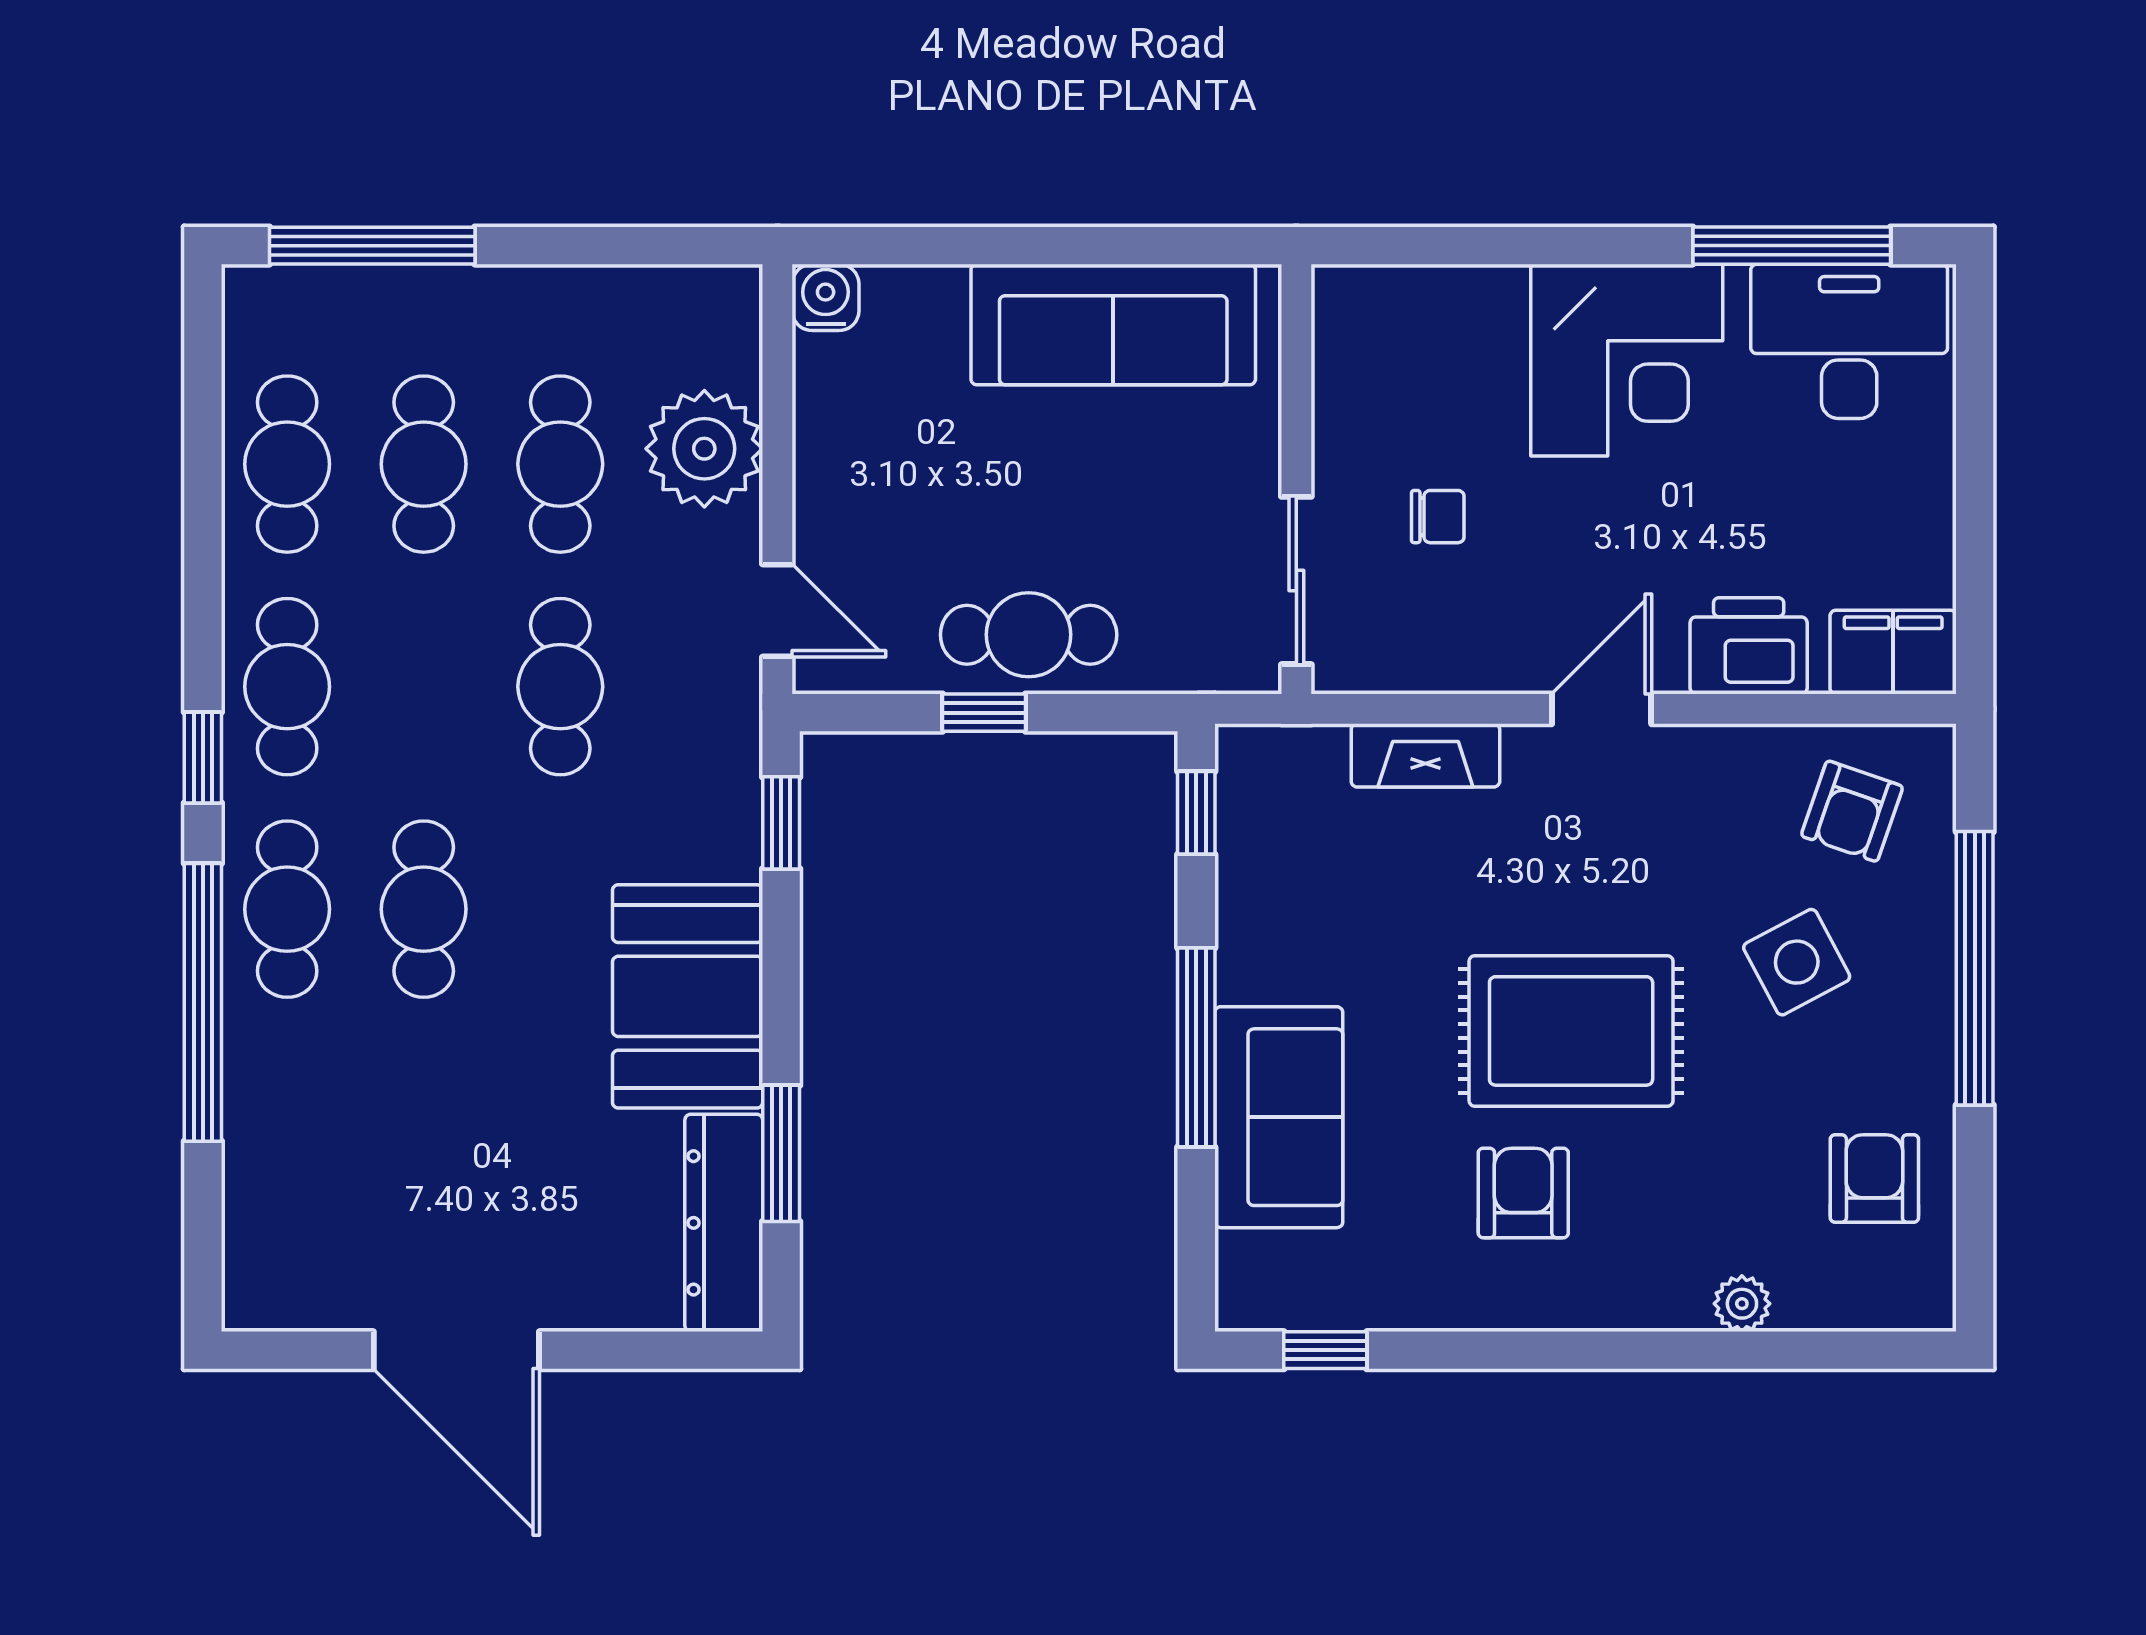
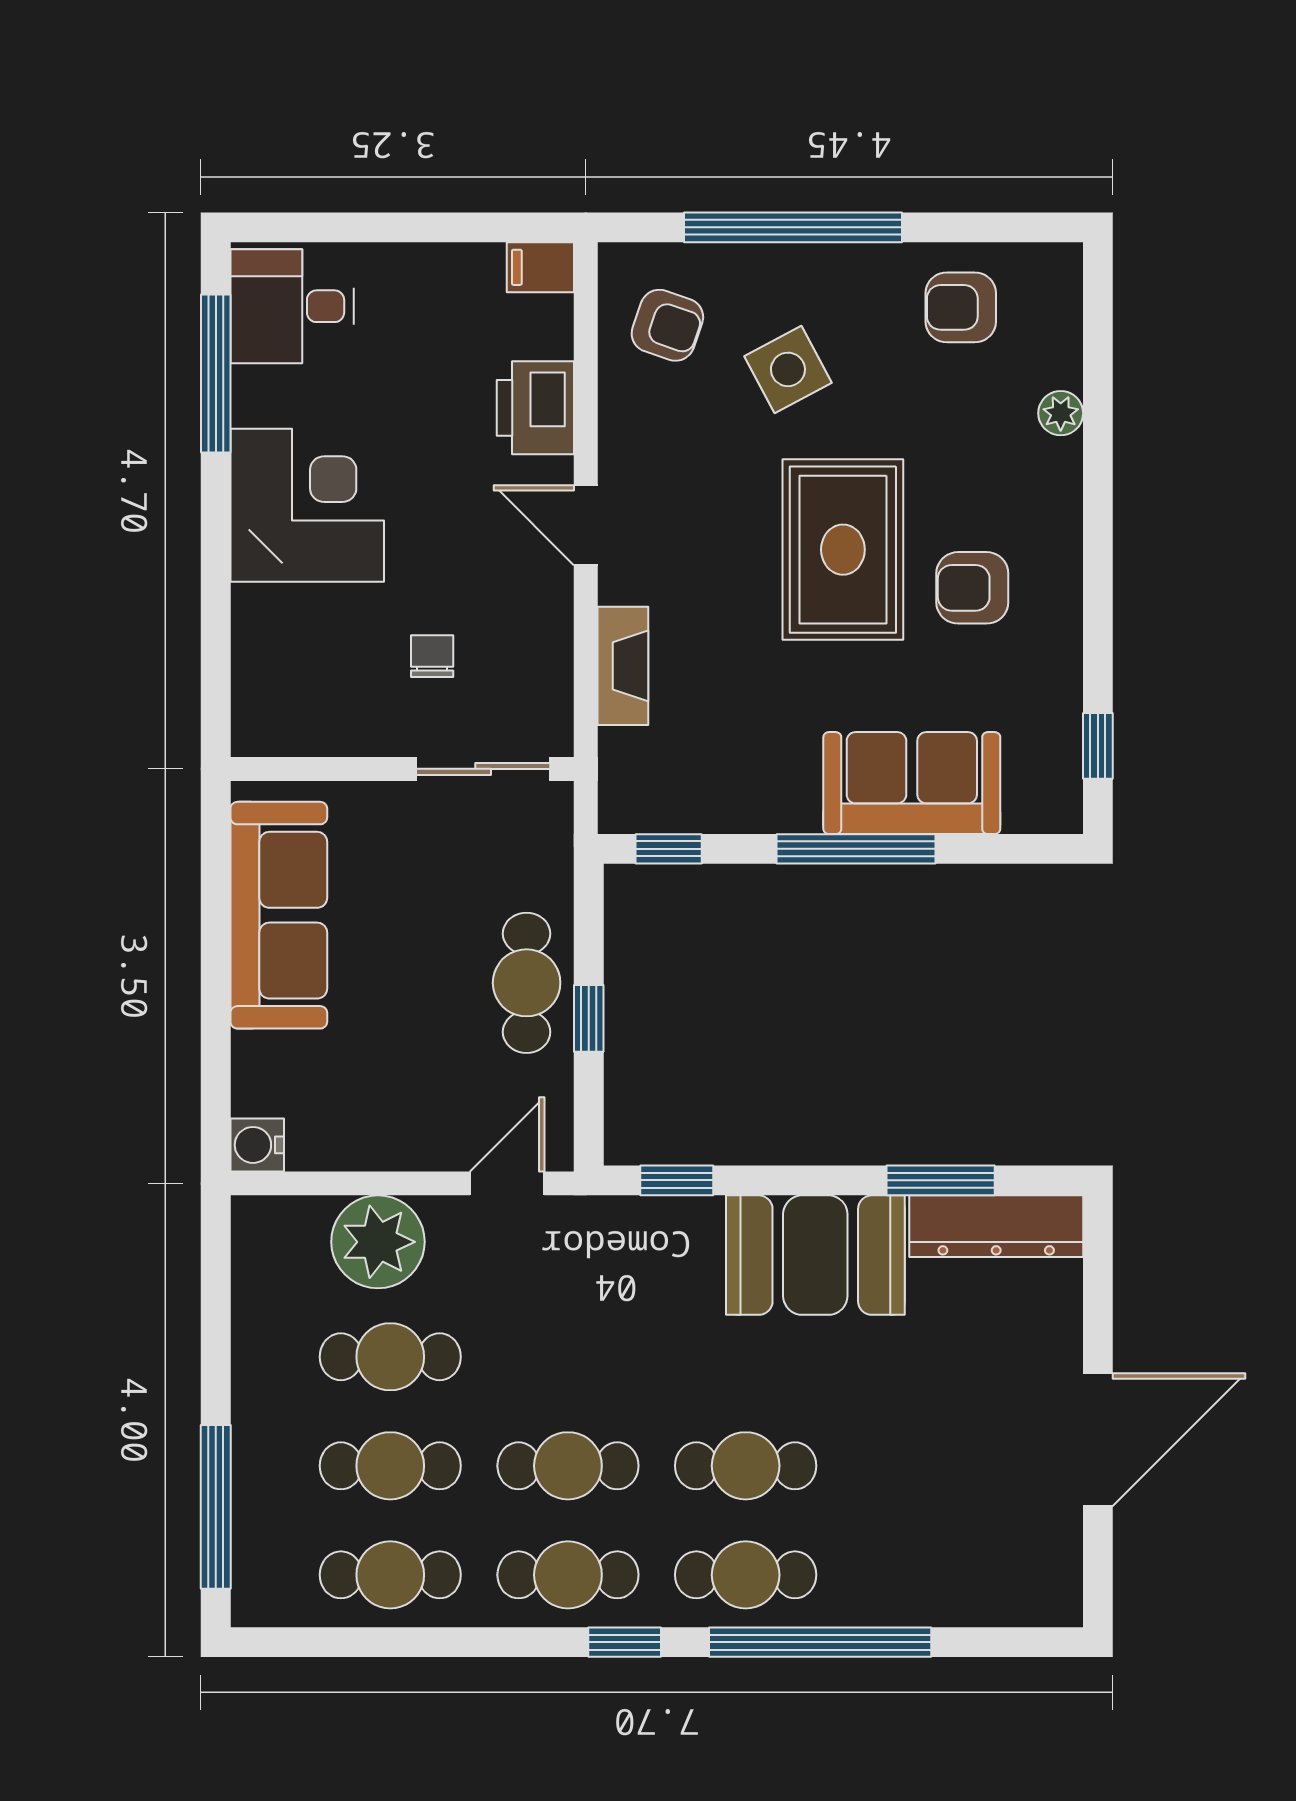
desk: (1849, 341) -> (292, 306), width x0.73
filing cabinet: (1893, 652) -> (540, 267), width x0.50
cafe table: (560, 687) -> (568, 1466), moved

